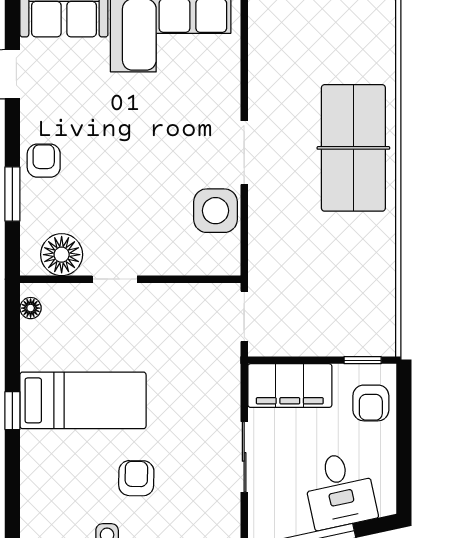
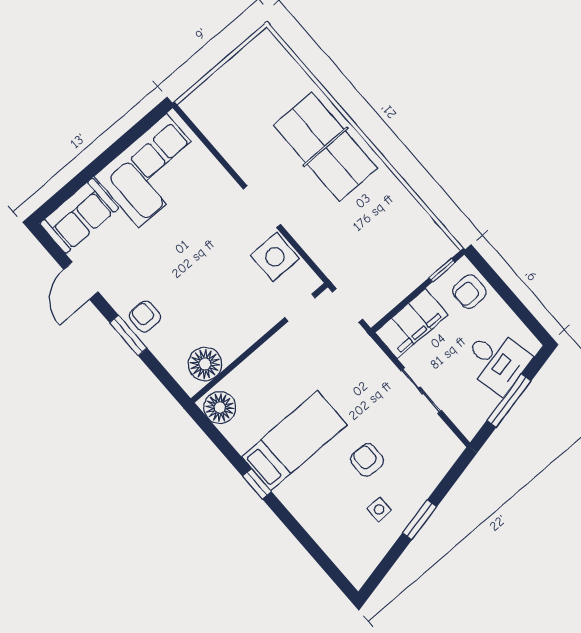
window: (12, 194) -> (128, 335), moved
doorway: (115, 279) -> (300, 307), moved
floor lamp: (31, 308) -> (220, 408), width x1.89, depth x1.89
armchair: (371, 403) -> (469, 292), turned 90

